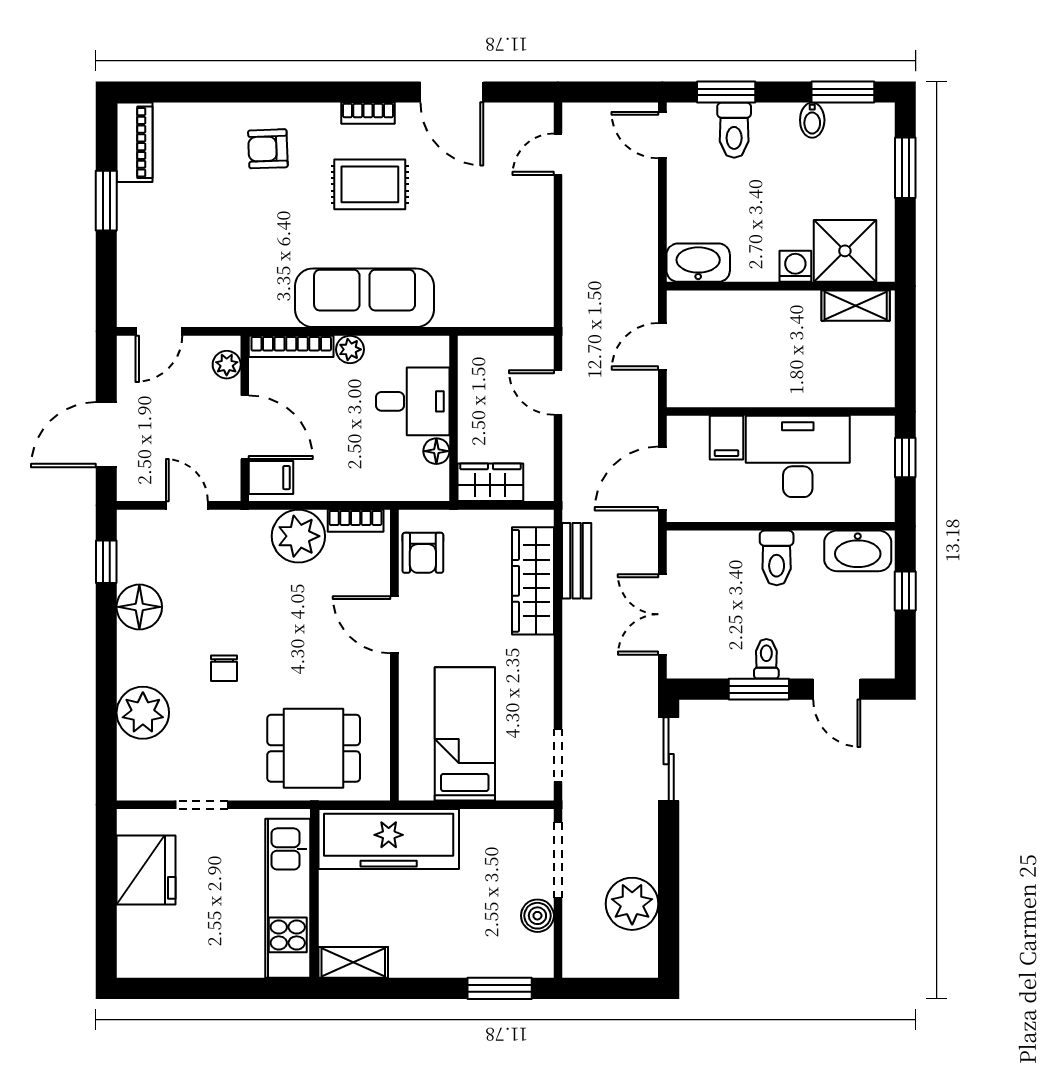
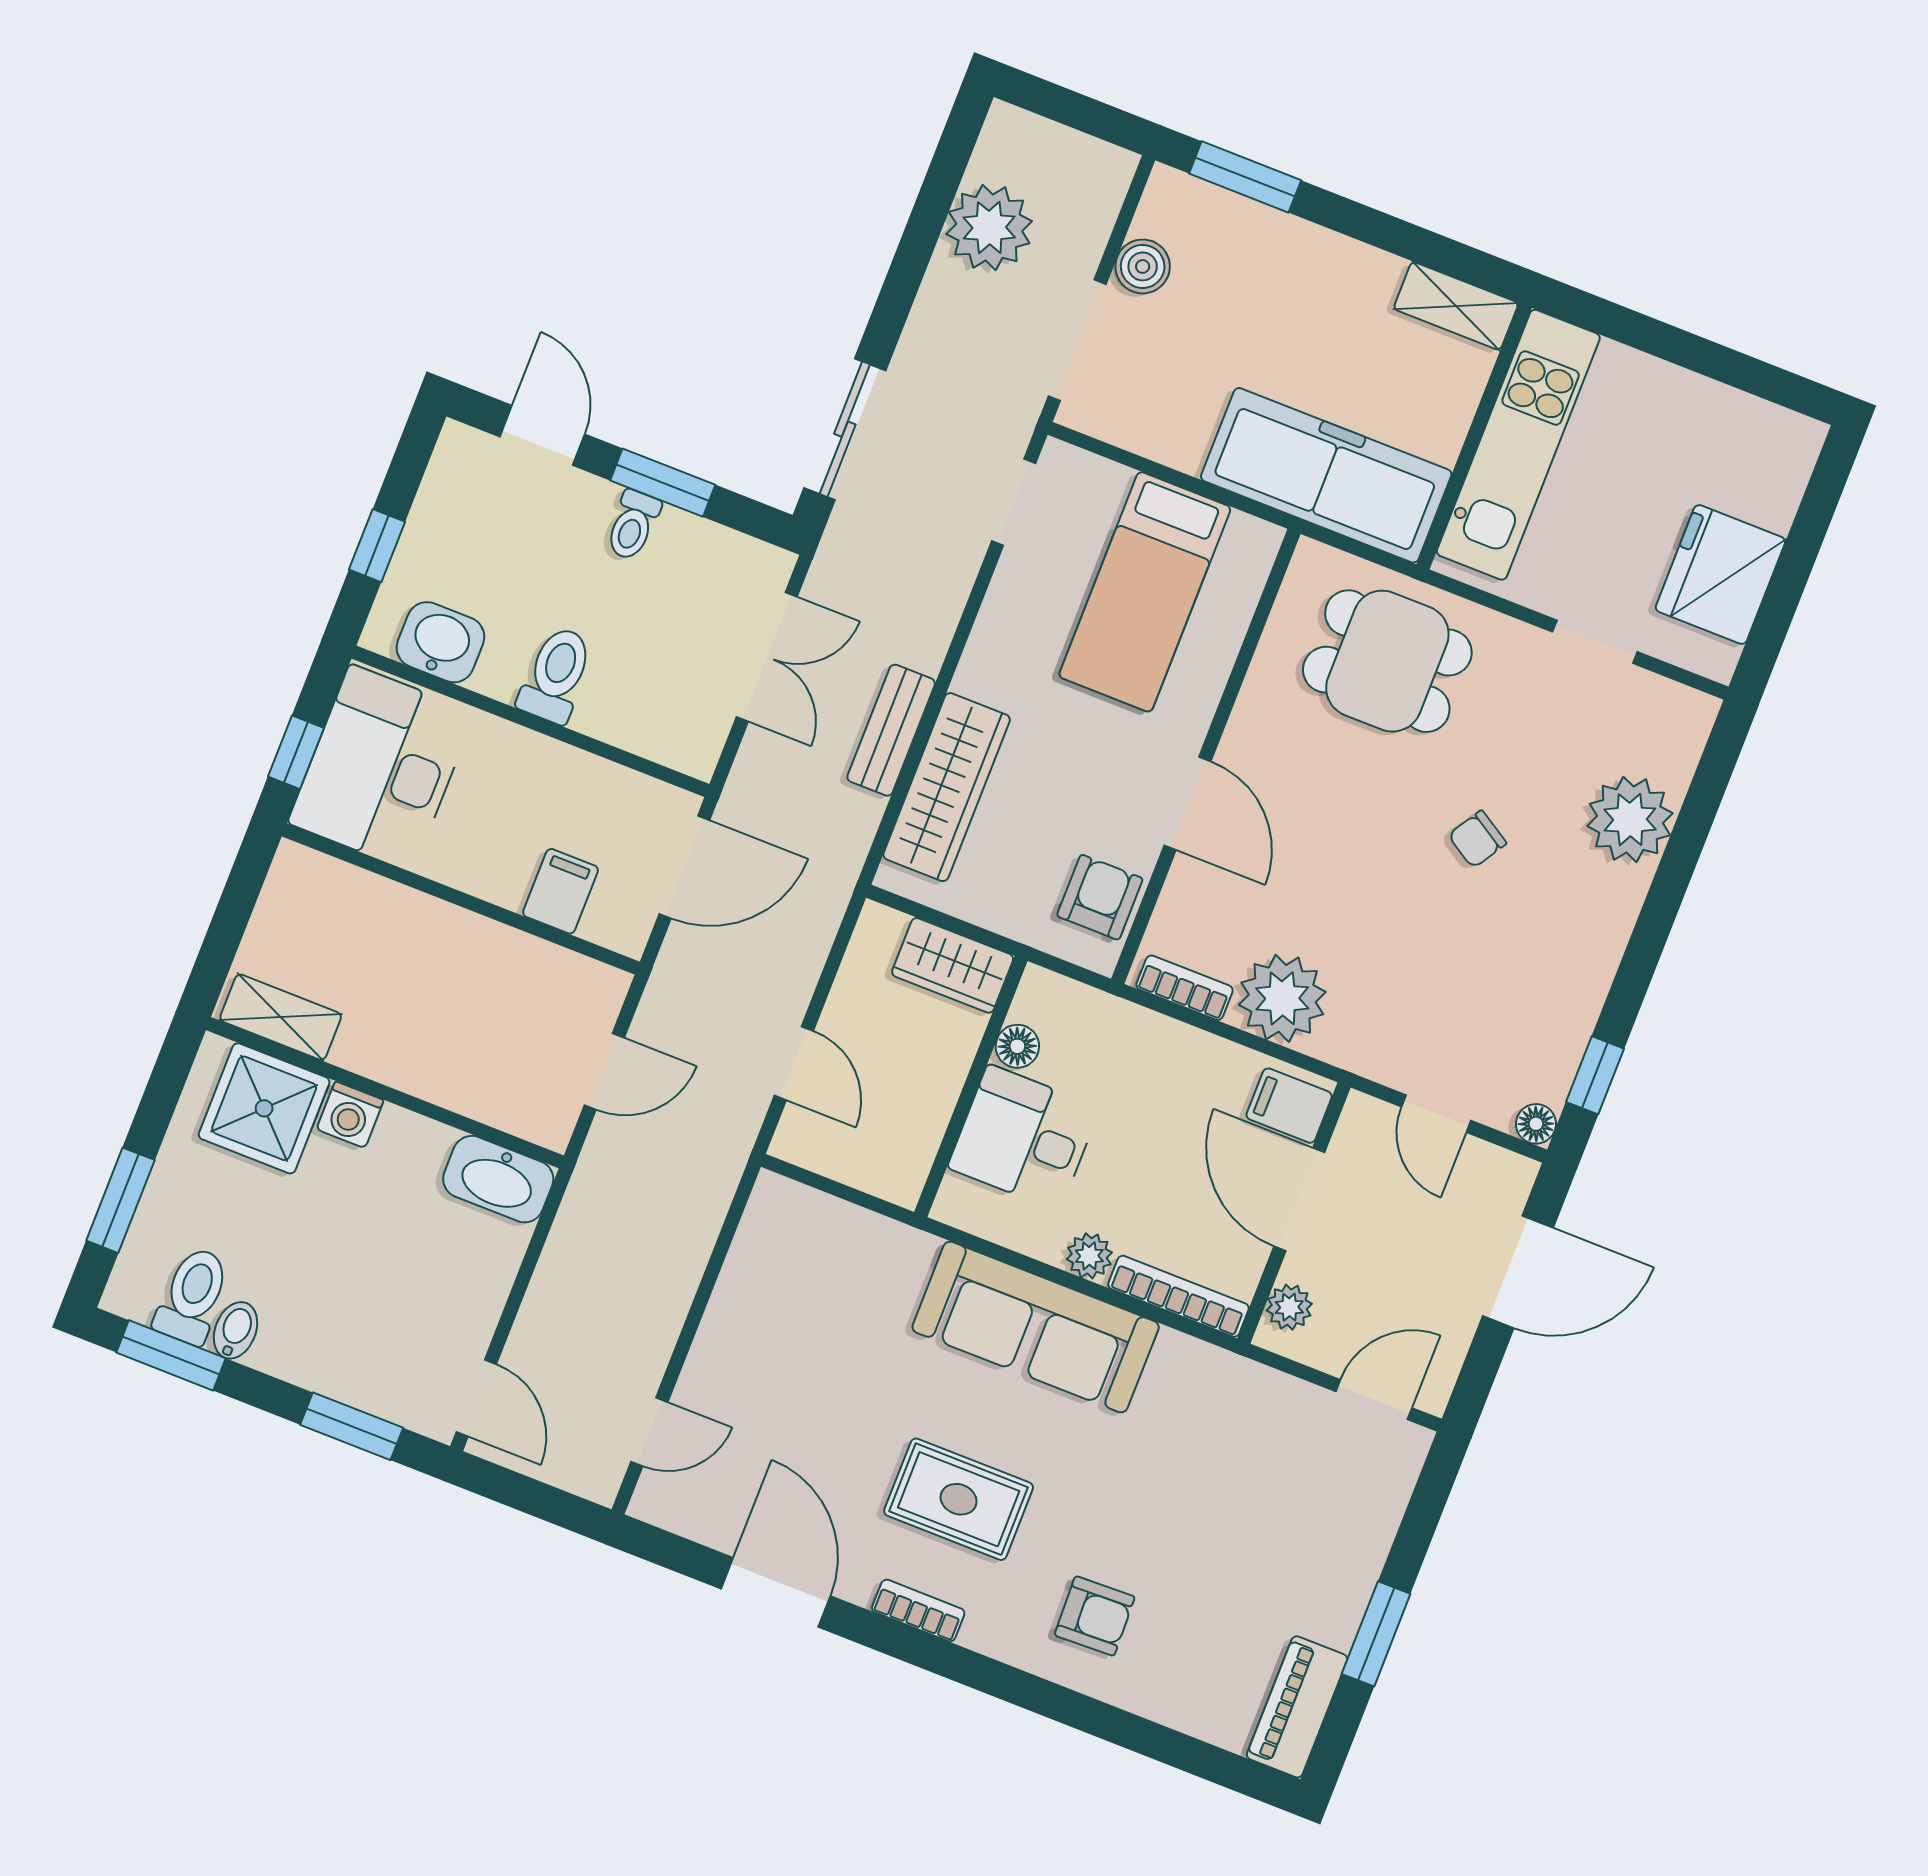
toilet: (734, 130) -> (193, 1296), moved
desk: (798, 456) -> (381, 768), moved, turned 90
washbasin: (858, 551) -> (440, 642), width x0.72
bench: (577, 561) -> (891, 730), moved
floor lamp: (139, 607) -> (1536, 1124), moved, width x0.53, depth x0.53
chair: (224, 668) -> (1477, 839), turned -148

